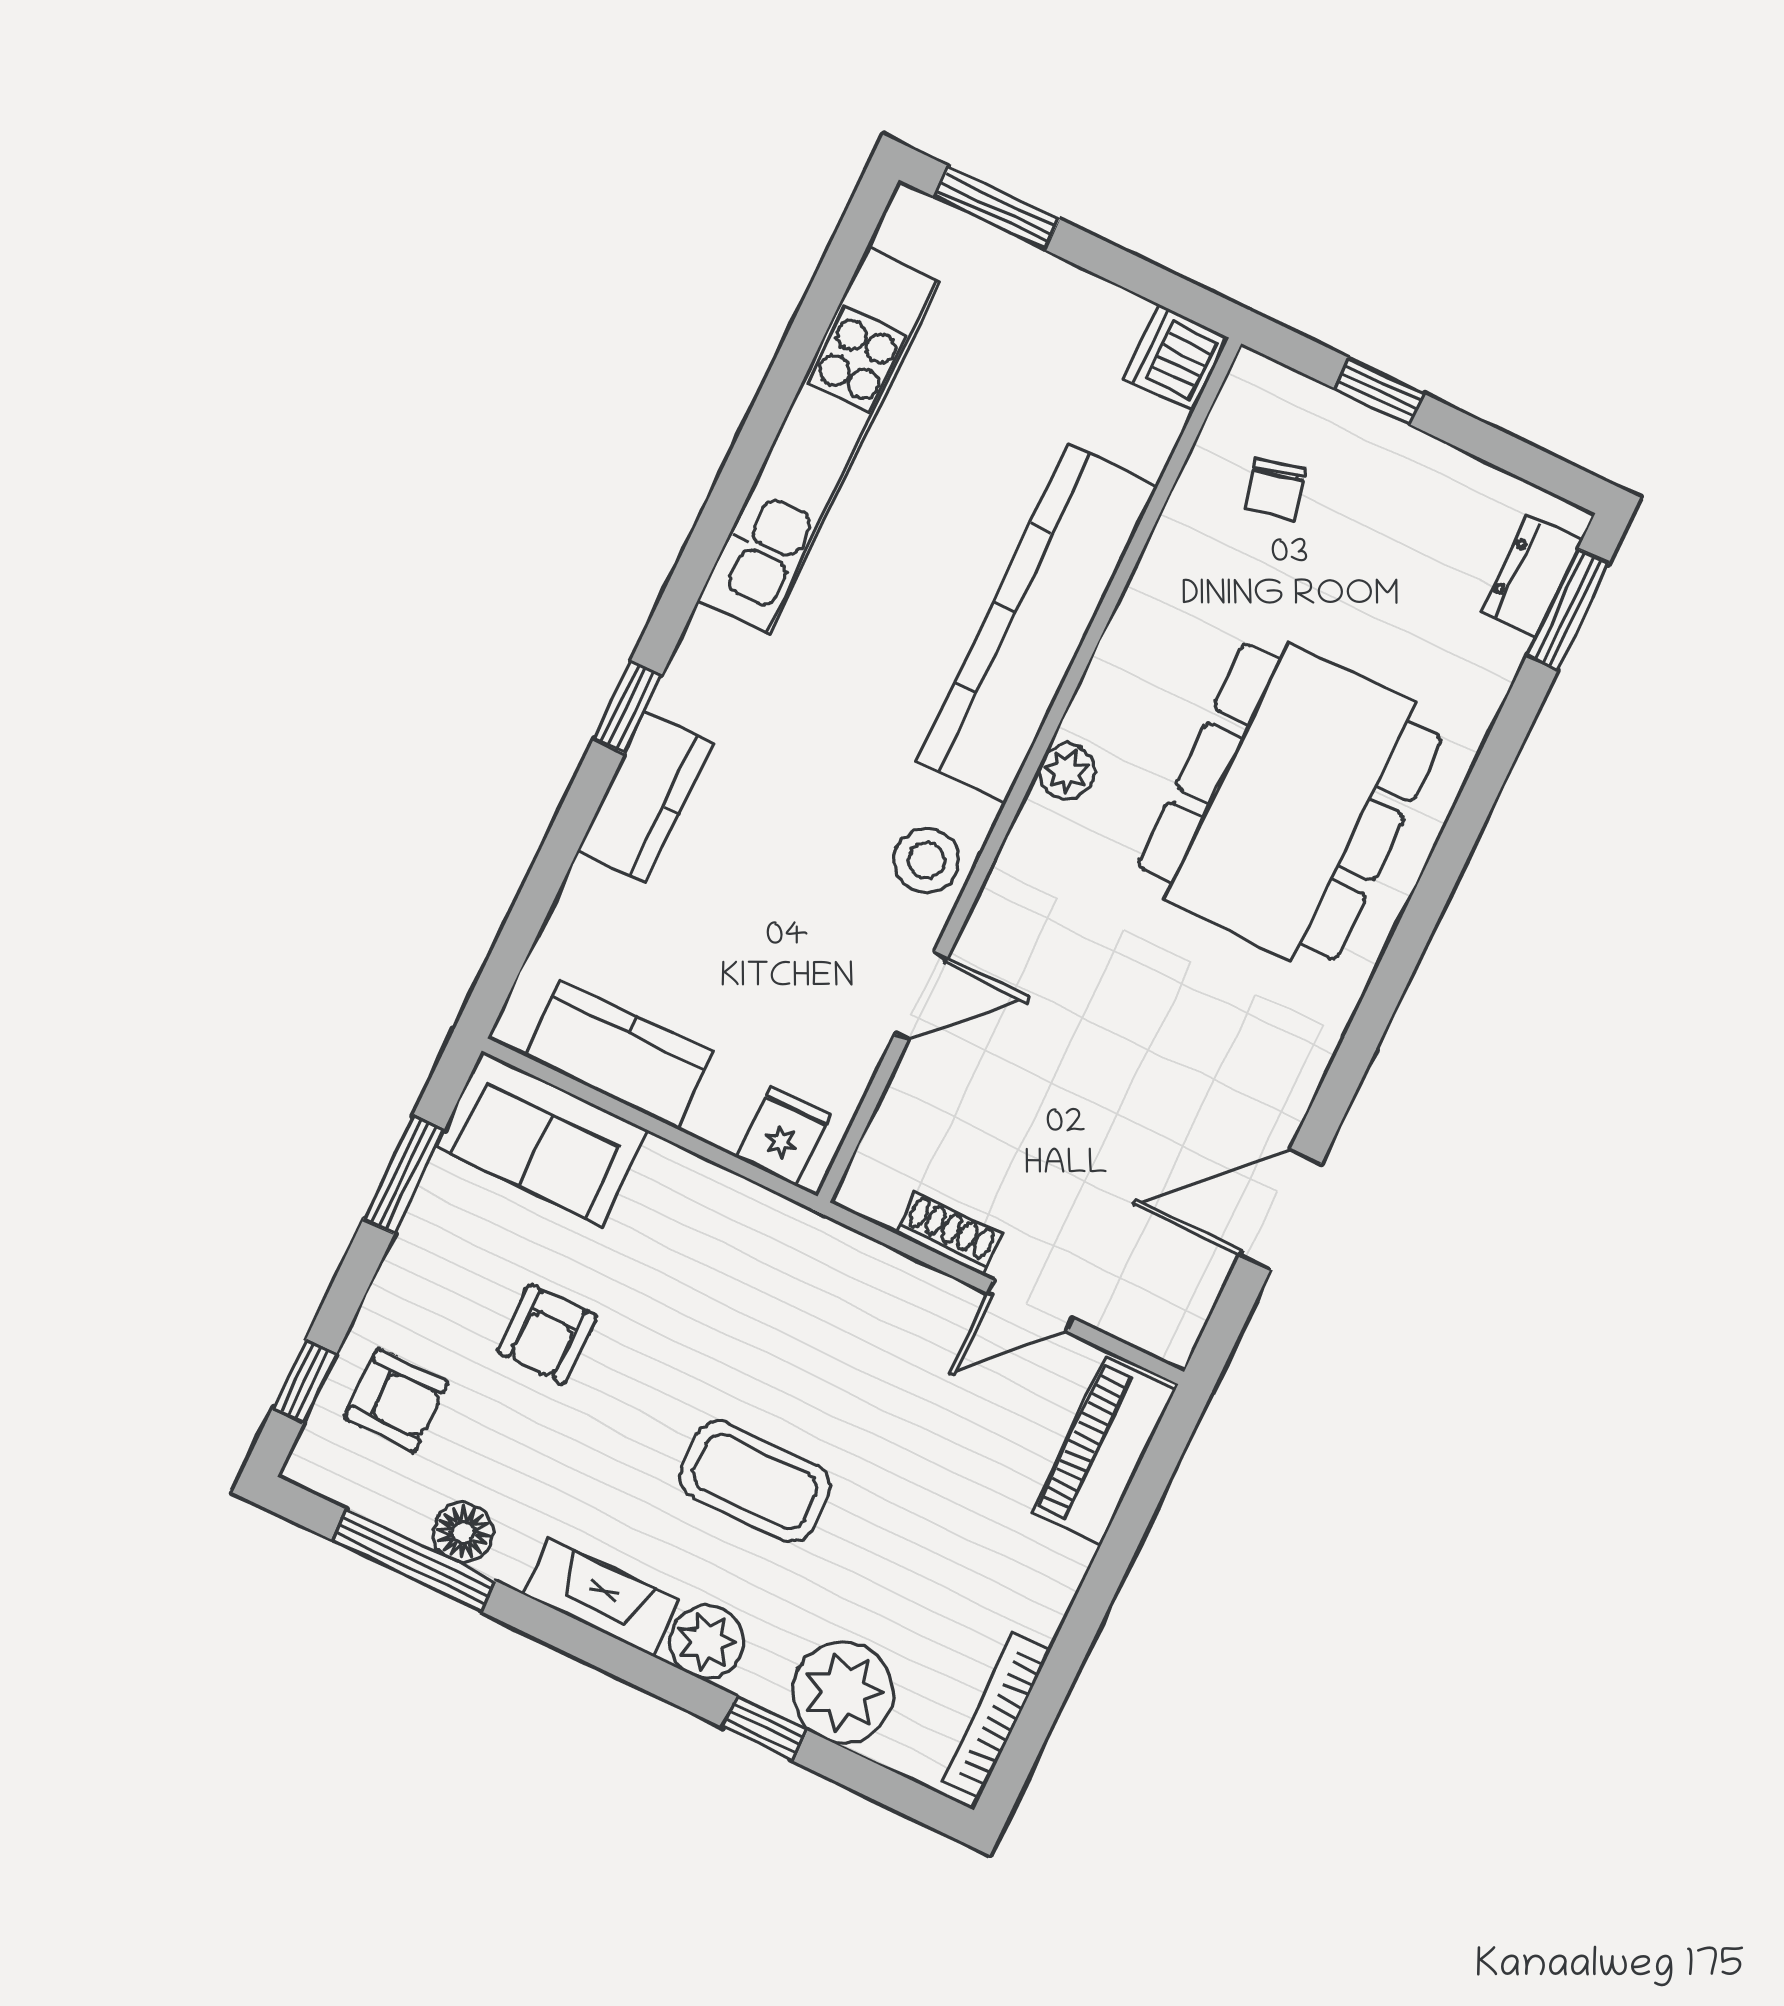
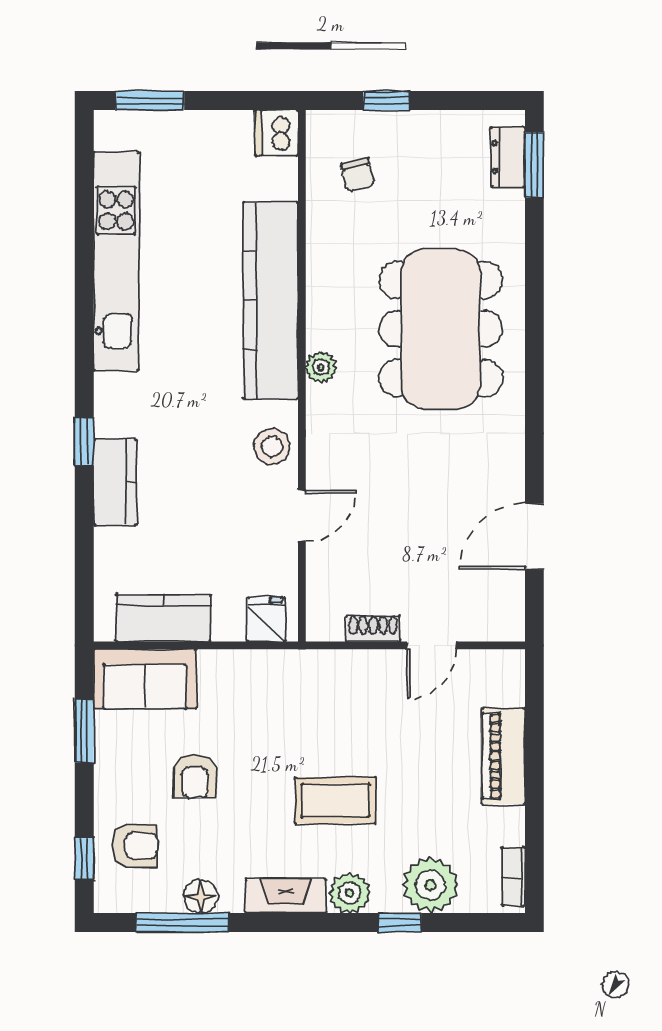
piano: (1103, 1451) -> (503, 756), moved
bookcase: (996, 1715) -> (513, 877), width x0.64

